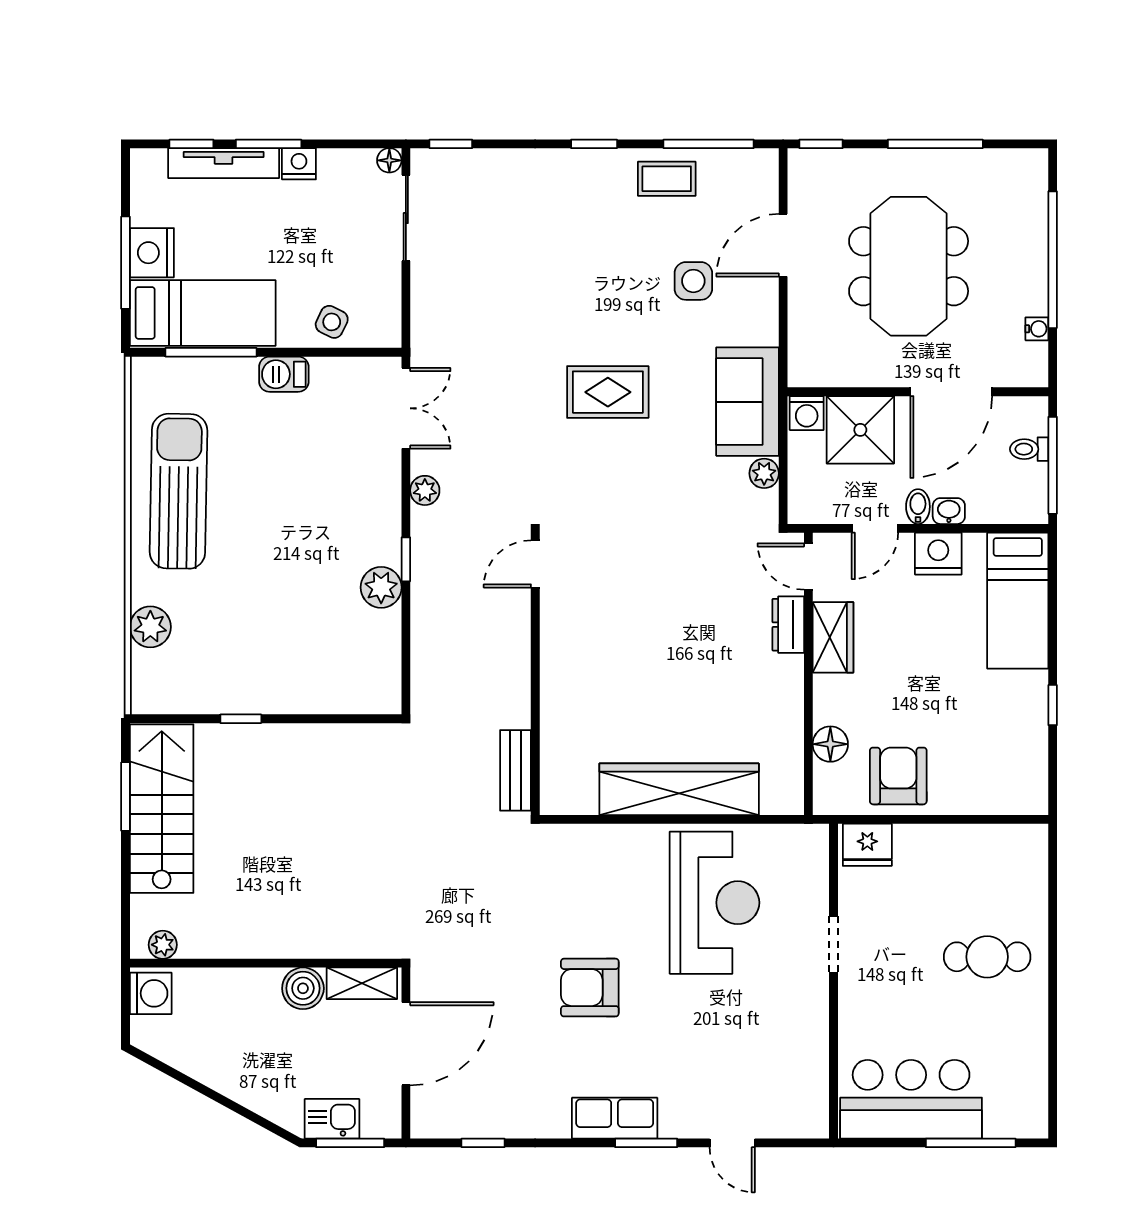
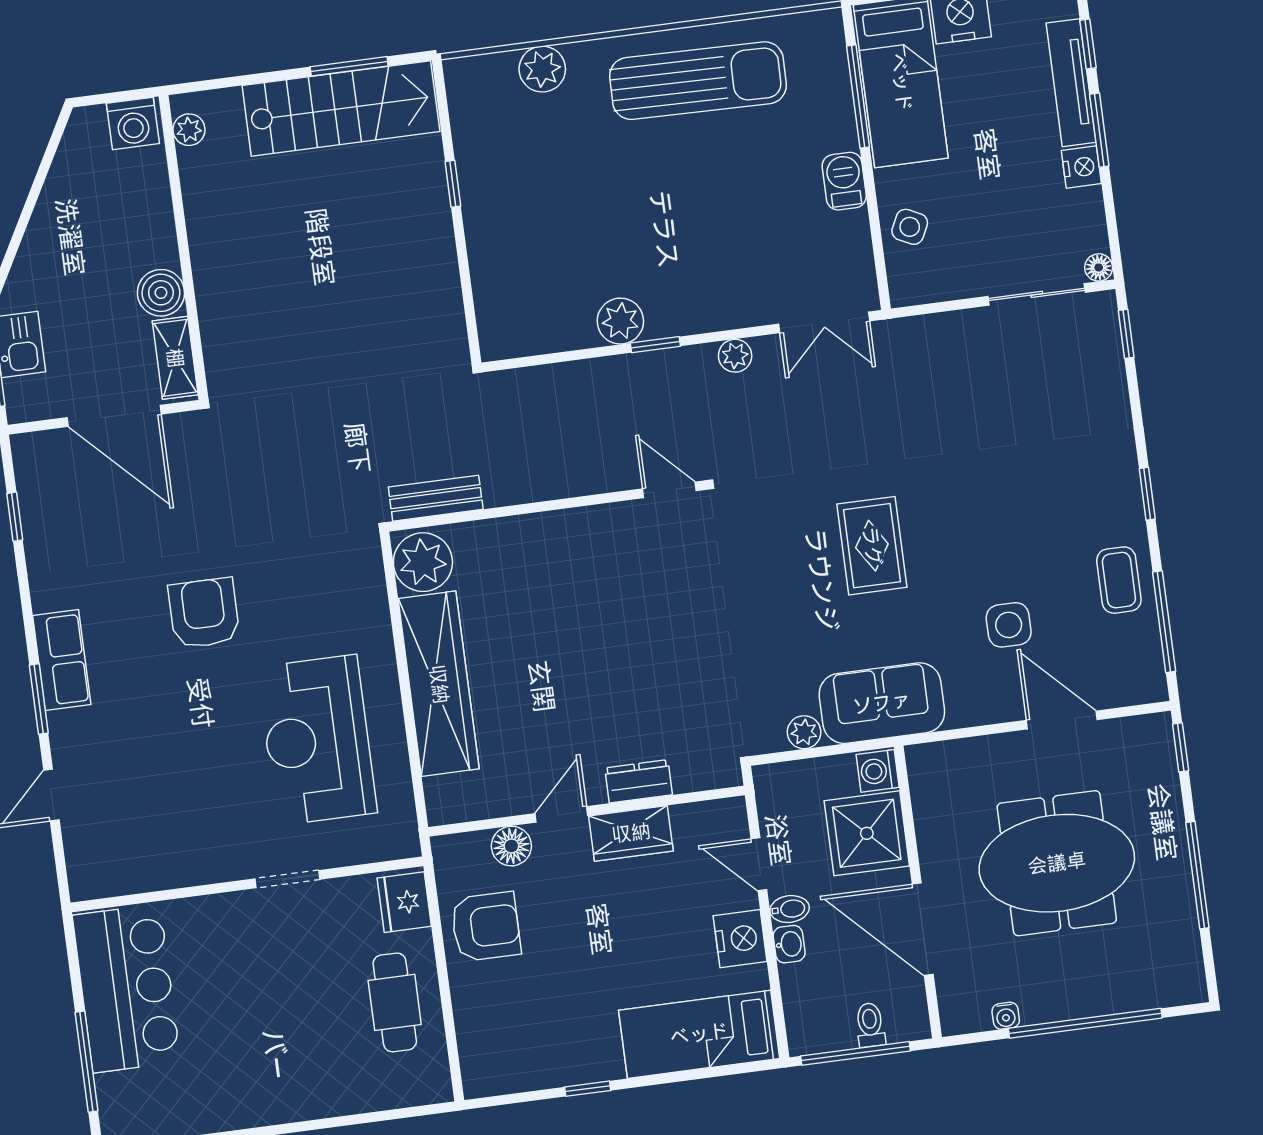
door: (808, 567) -> (561, 814), moved
plant: (570, 789) -> (423, 562), added
reception desk: (715, 903) -> (317, 740), turned 90
cafe table: (987, 957) -> (395, 1002), moved

